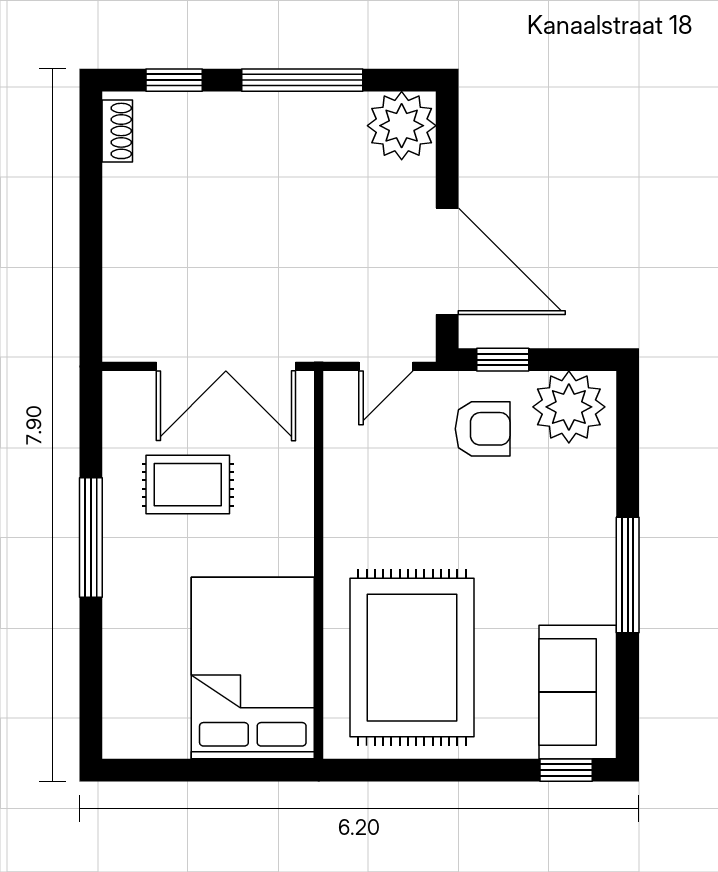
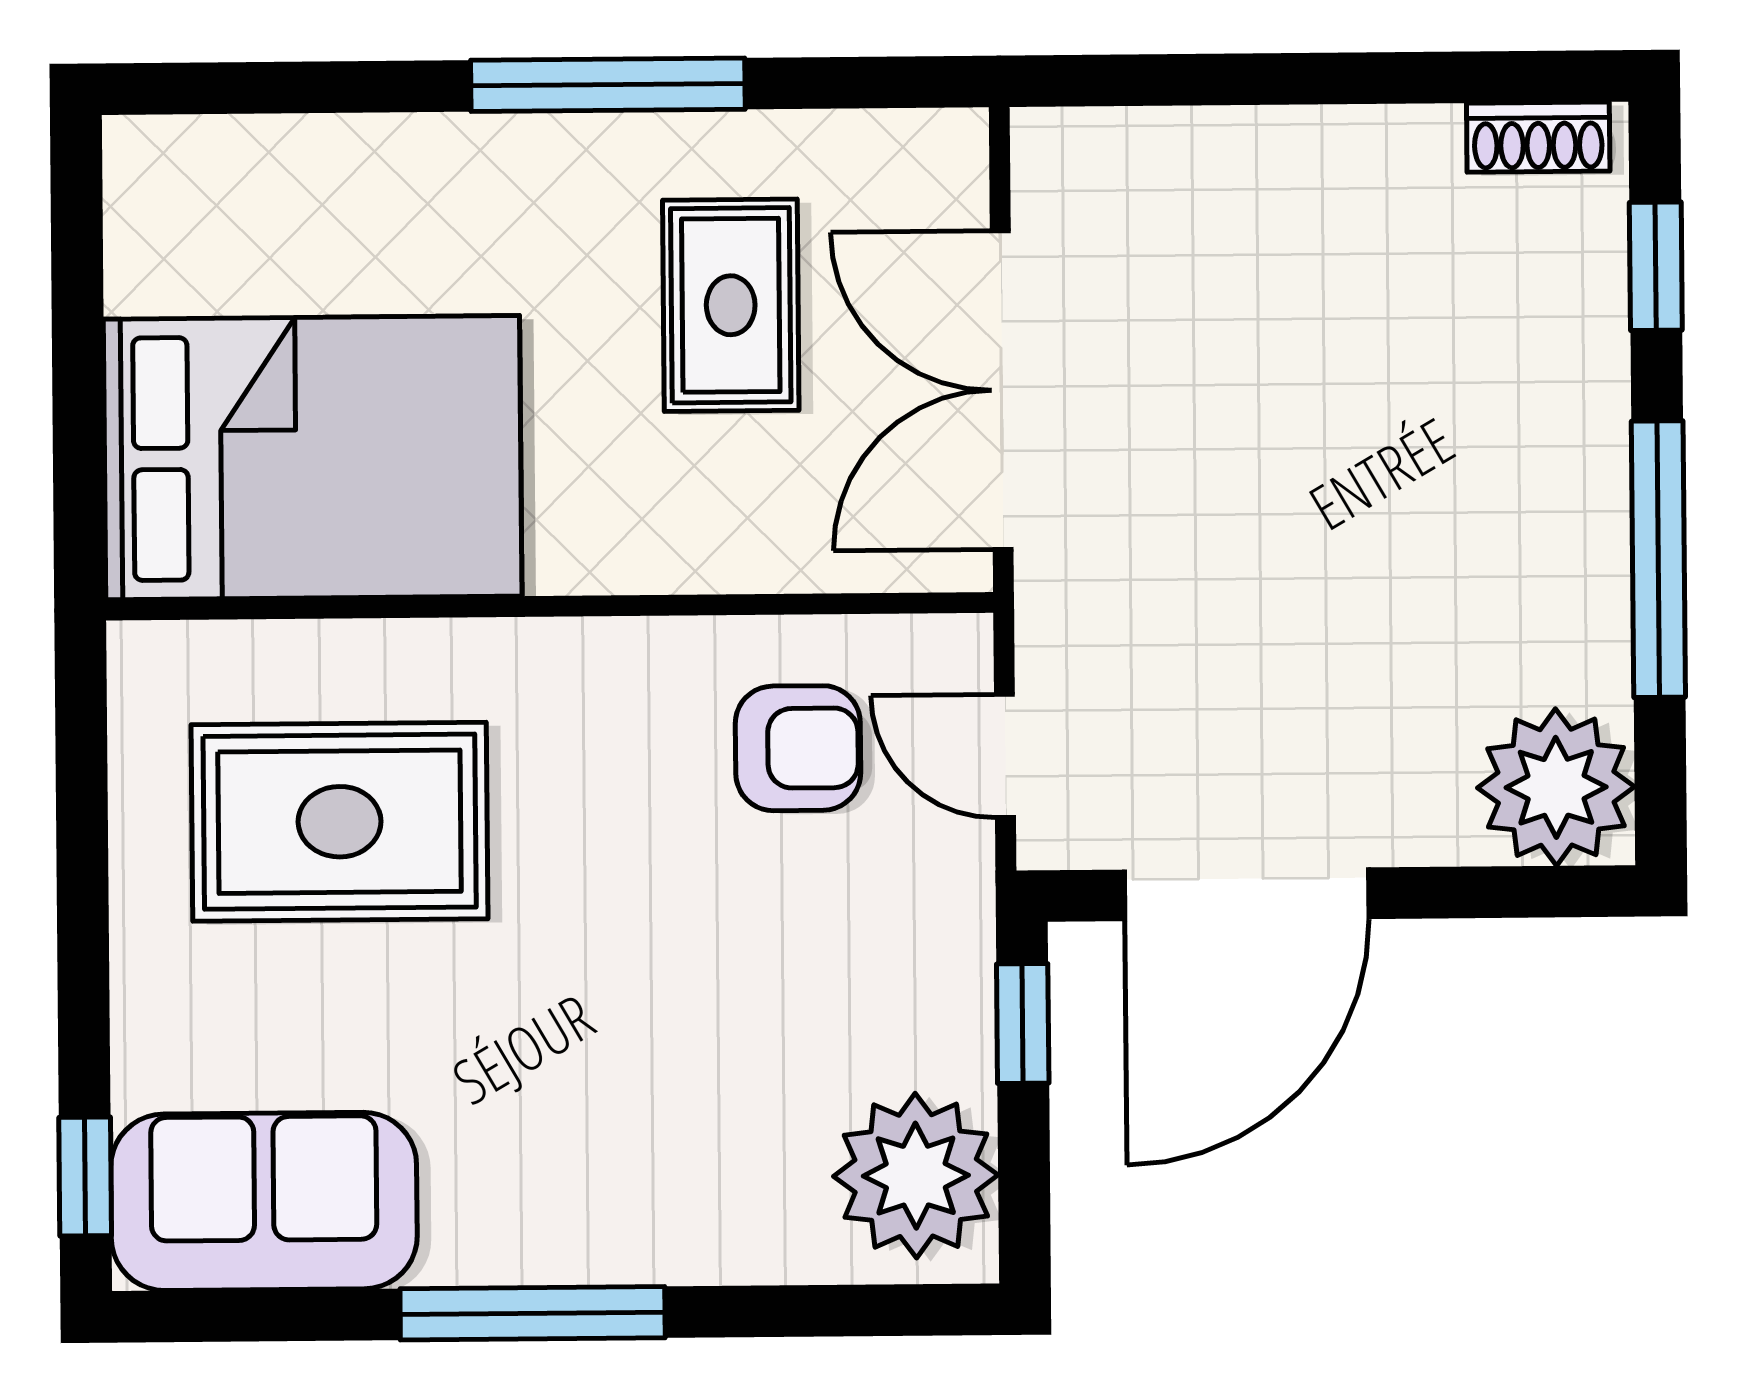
armchair: (483, 429) -> (798, 748), moved, turned -90
rug: (412, 658) -> (340, 822), width x0.73, depth x0.69

